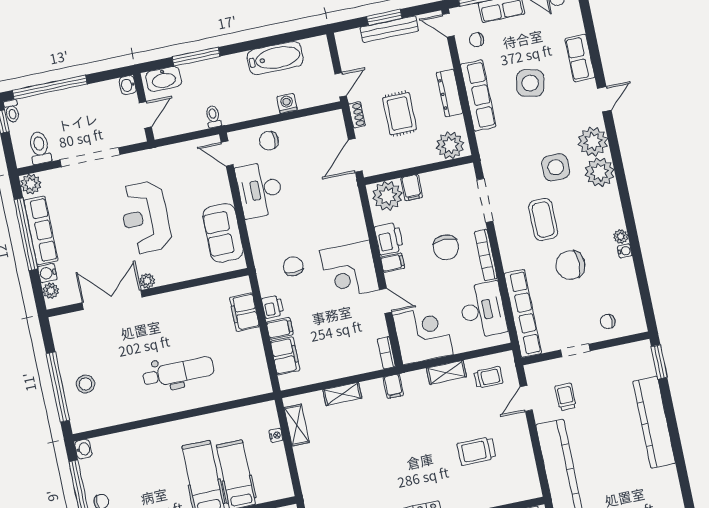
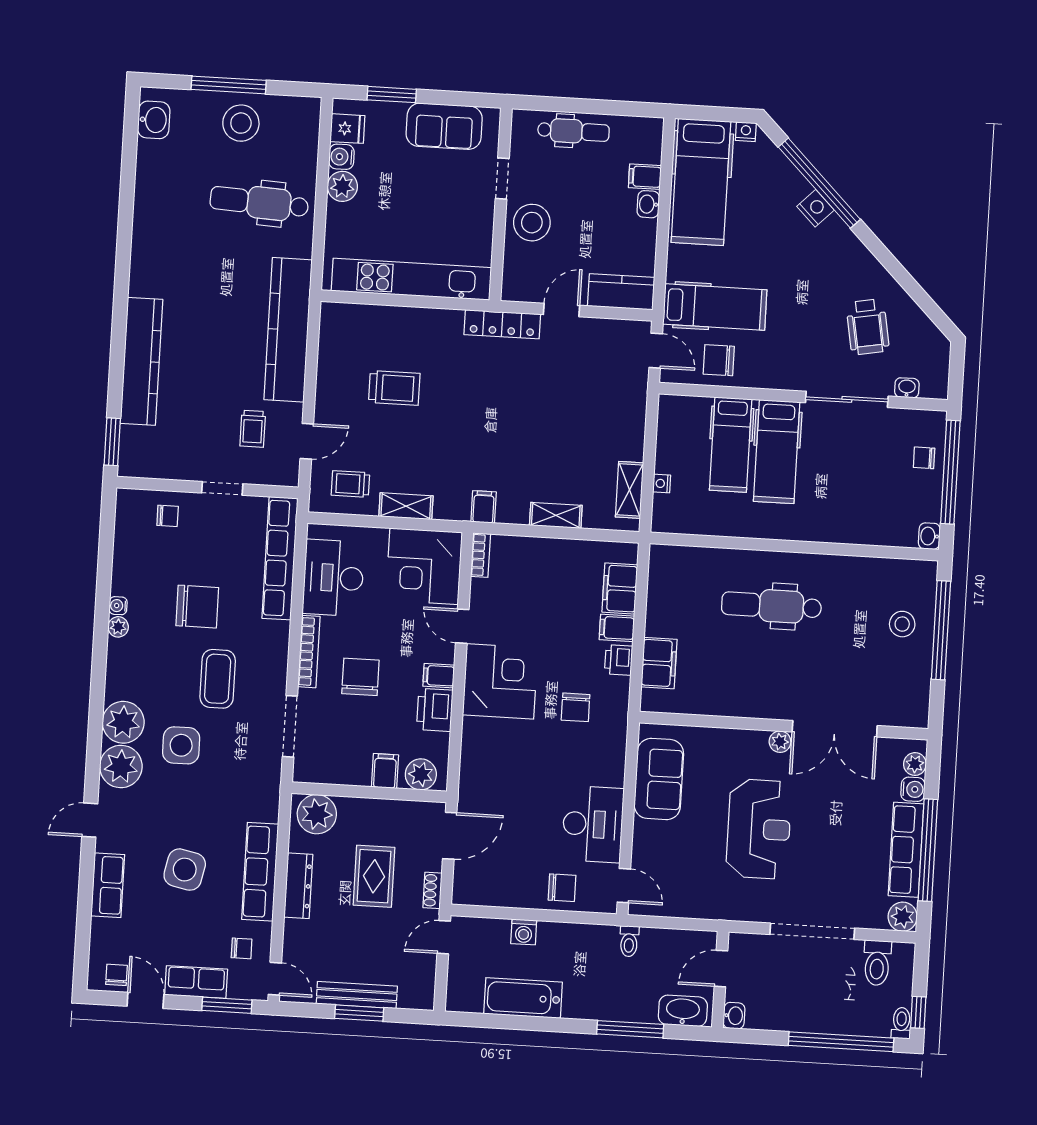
plant: (387, 196) -> (421, 774), width x0.73, depth x0.73

